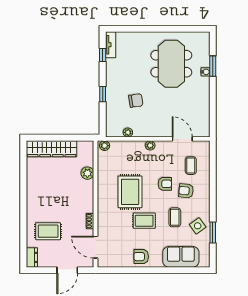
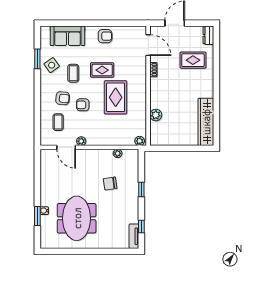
plant: (150, 145) -> (81, 141), moved
wardrobe: (51, 149) -> (206, 122), moved, turned -90

